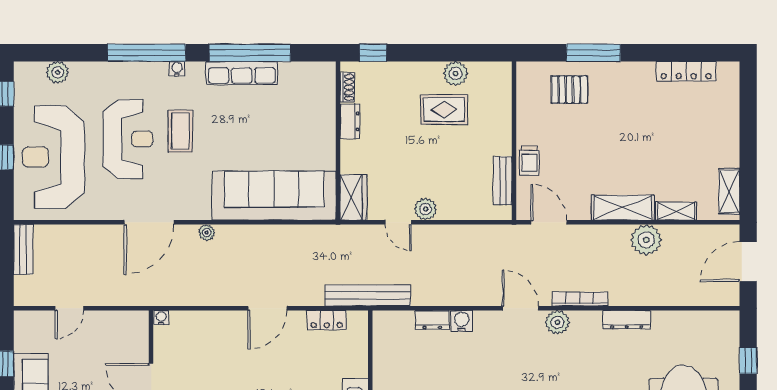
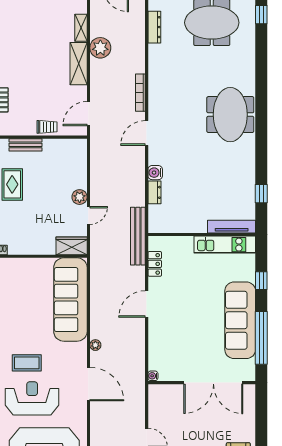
dresser: (350, 121) -> (20, 248), removed
bench: (503, 181) -> (25, 145), moved
door: (267, 308) -> (147, 304), swing flipped
dresser: (627, 320) -> (154, 27), moved
plant: (557, 322) -> (156, 108), removed

